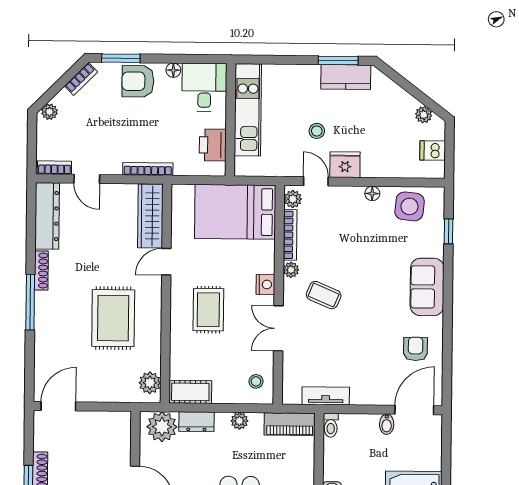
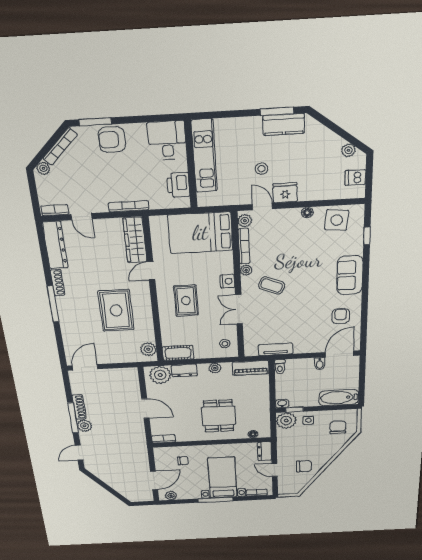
floor lamp: (173, 70) -> (140, 129), removed
bookcase: (81, 79) -> (60, 146), width x1.56

